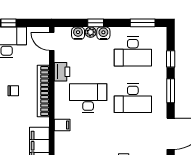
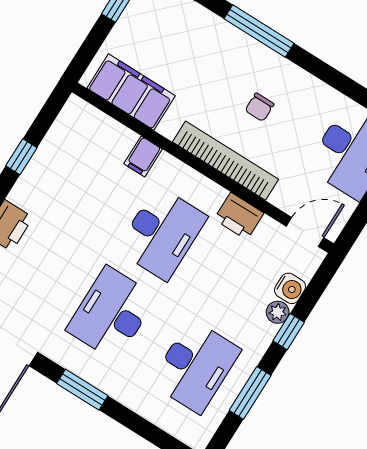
window: (143, 23) -> (250, 393), moved
water cooler: (103, 33) -> (261, 334), removed
desk: (133, 51) -> (195, 366), turned 180
window: (171, 59) -> (139, 426), removed

